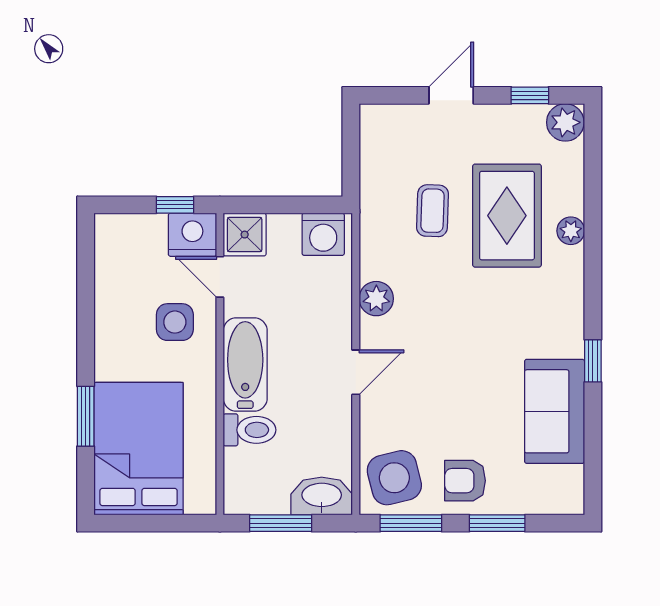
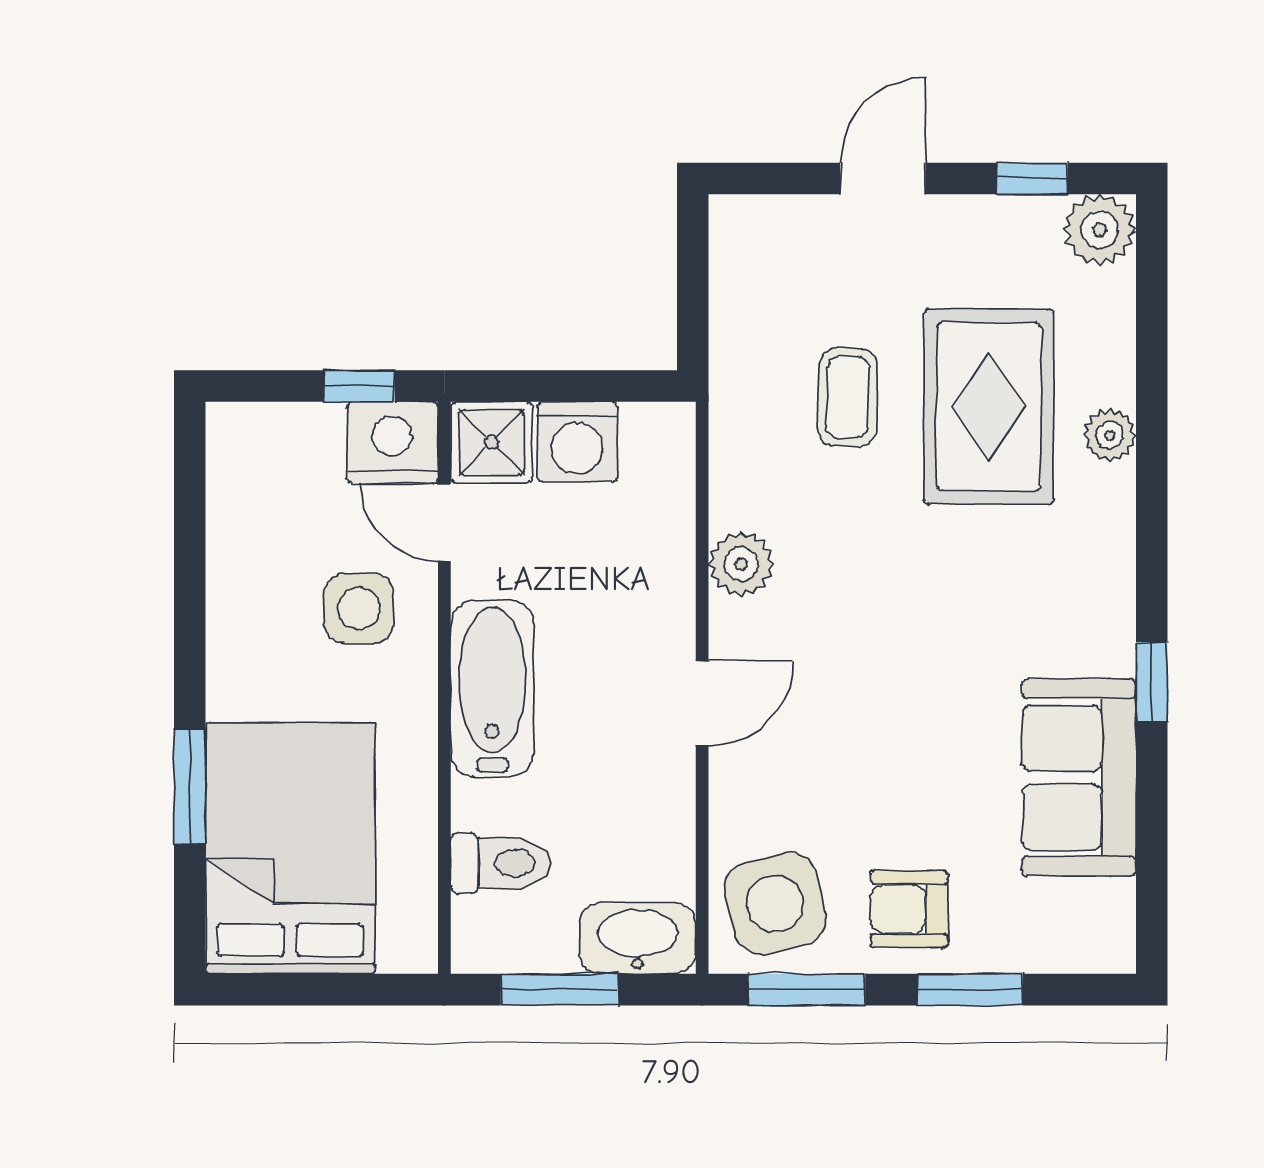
washing machine: (323, 234) -> (577, 442), moved
toilet: (250, 430) -> (501, 863), moved

